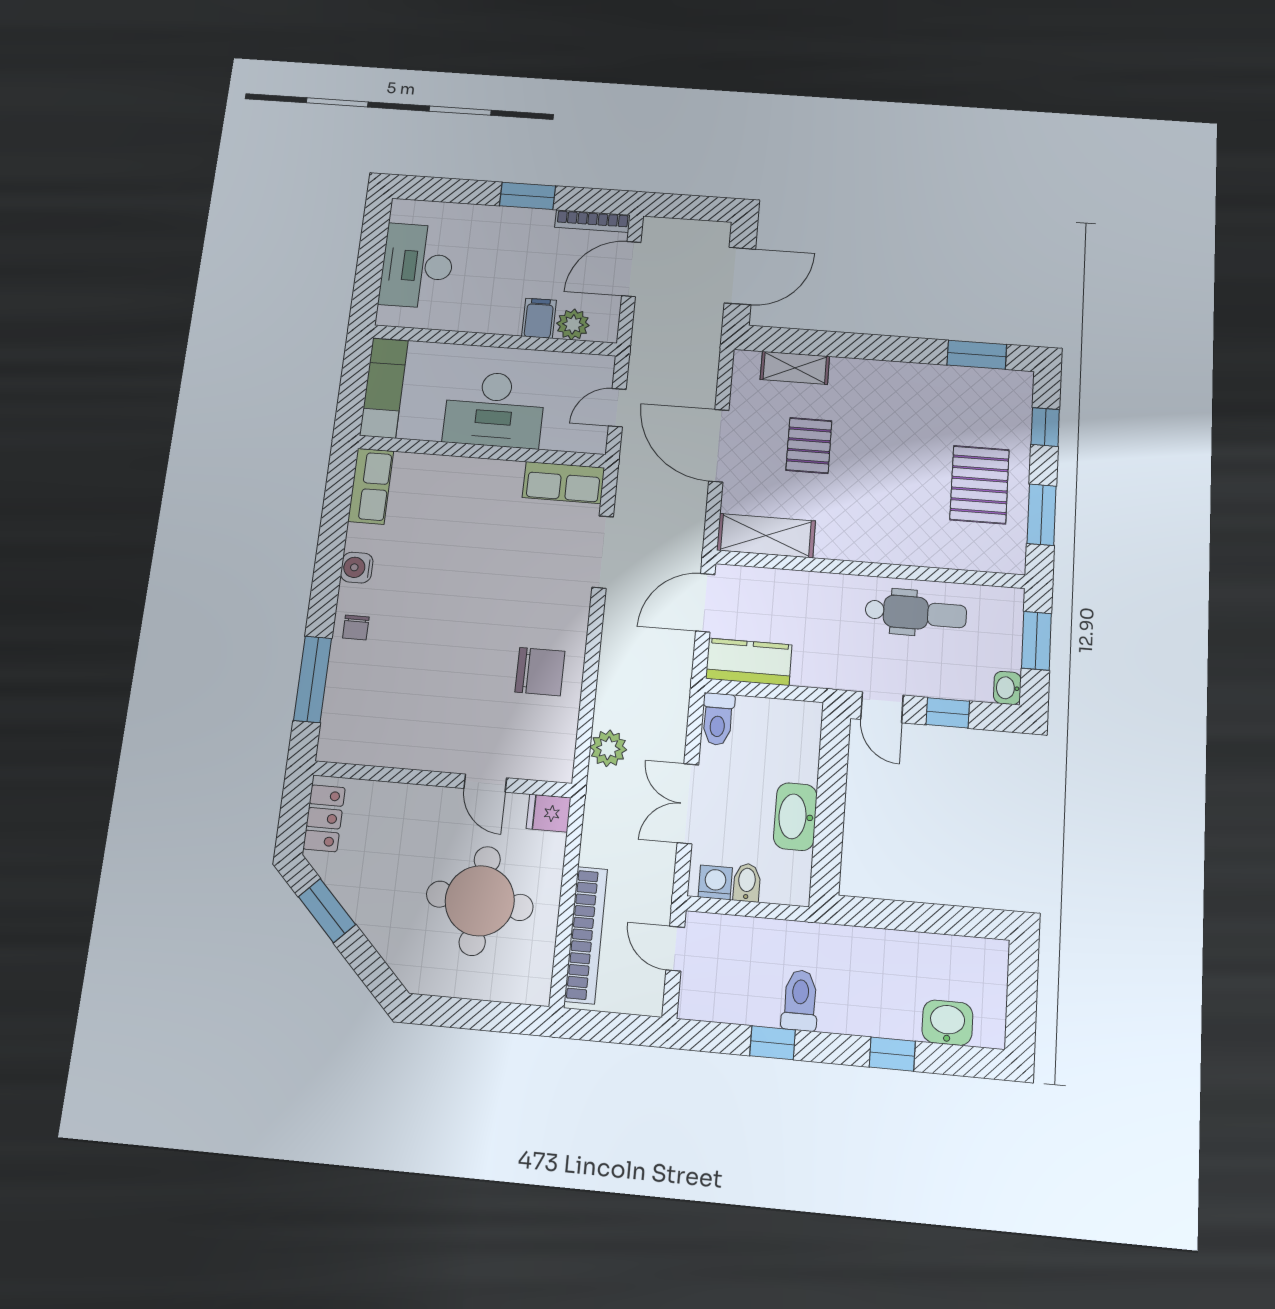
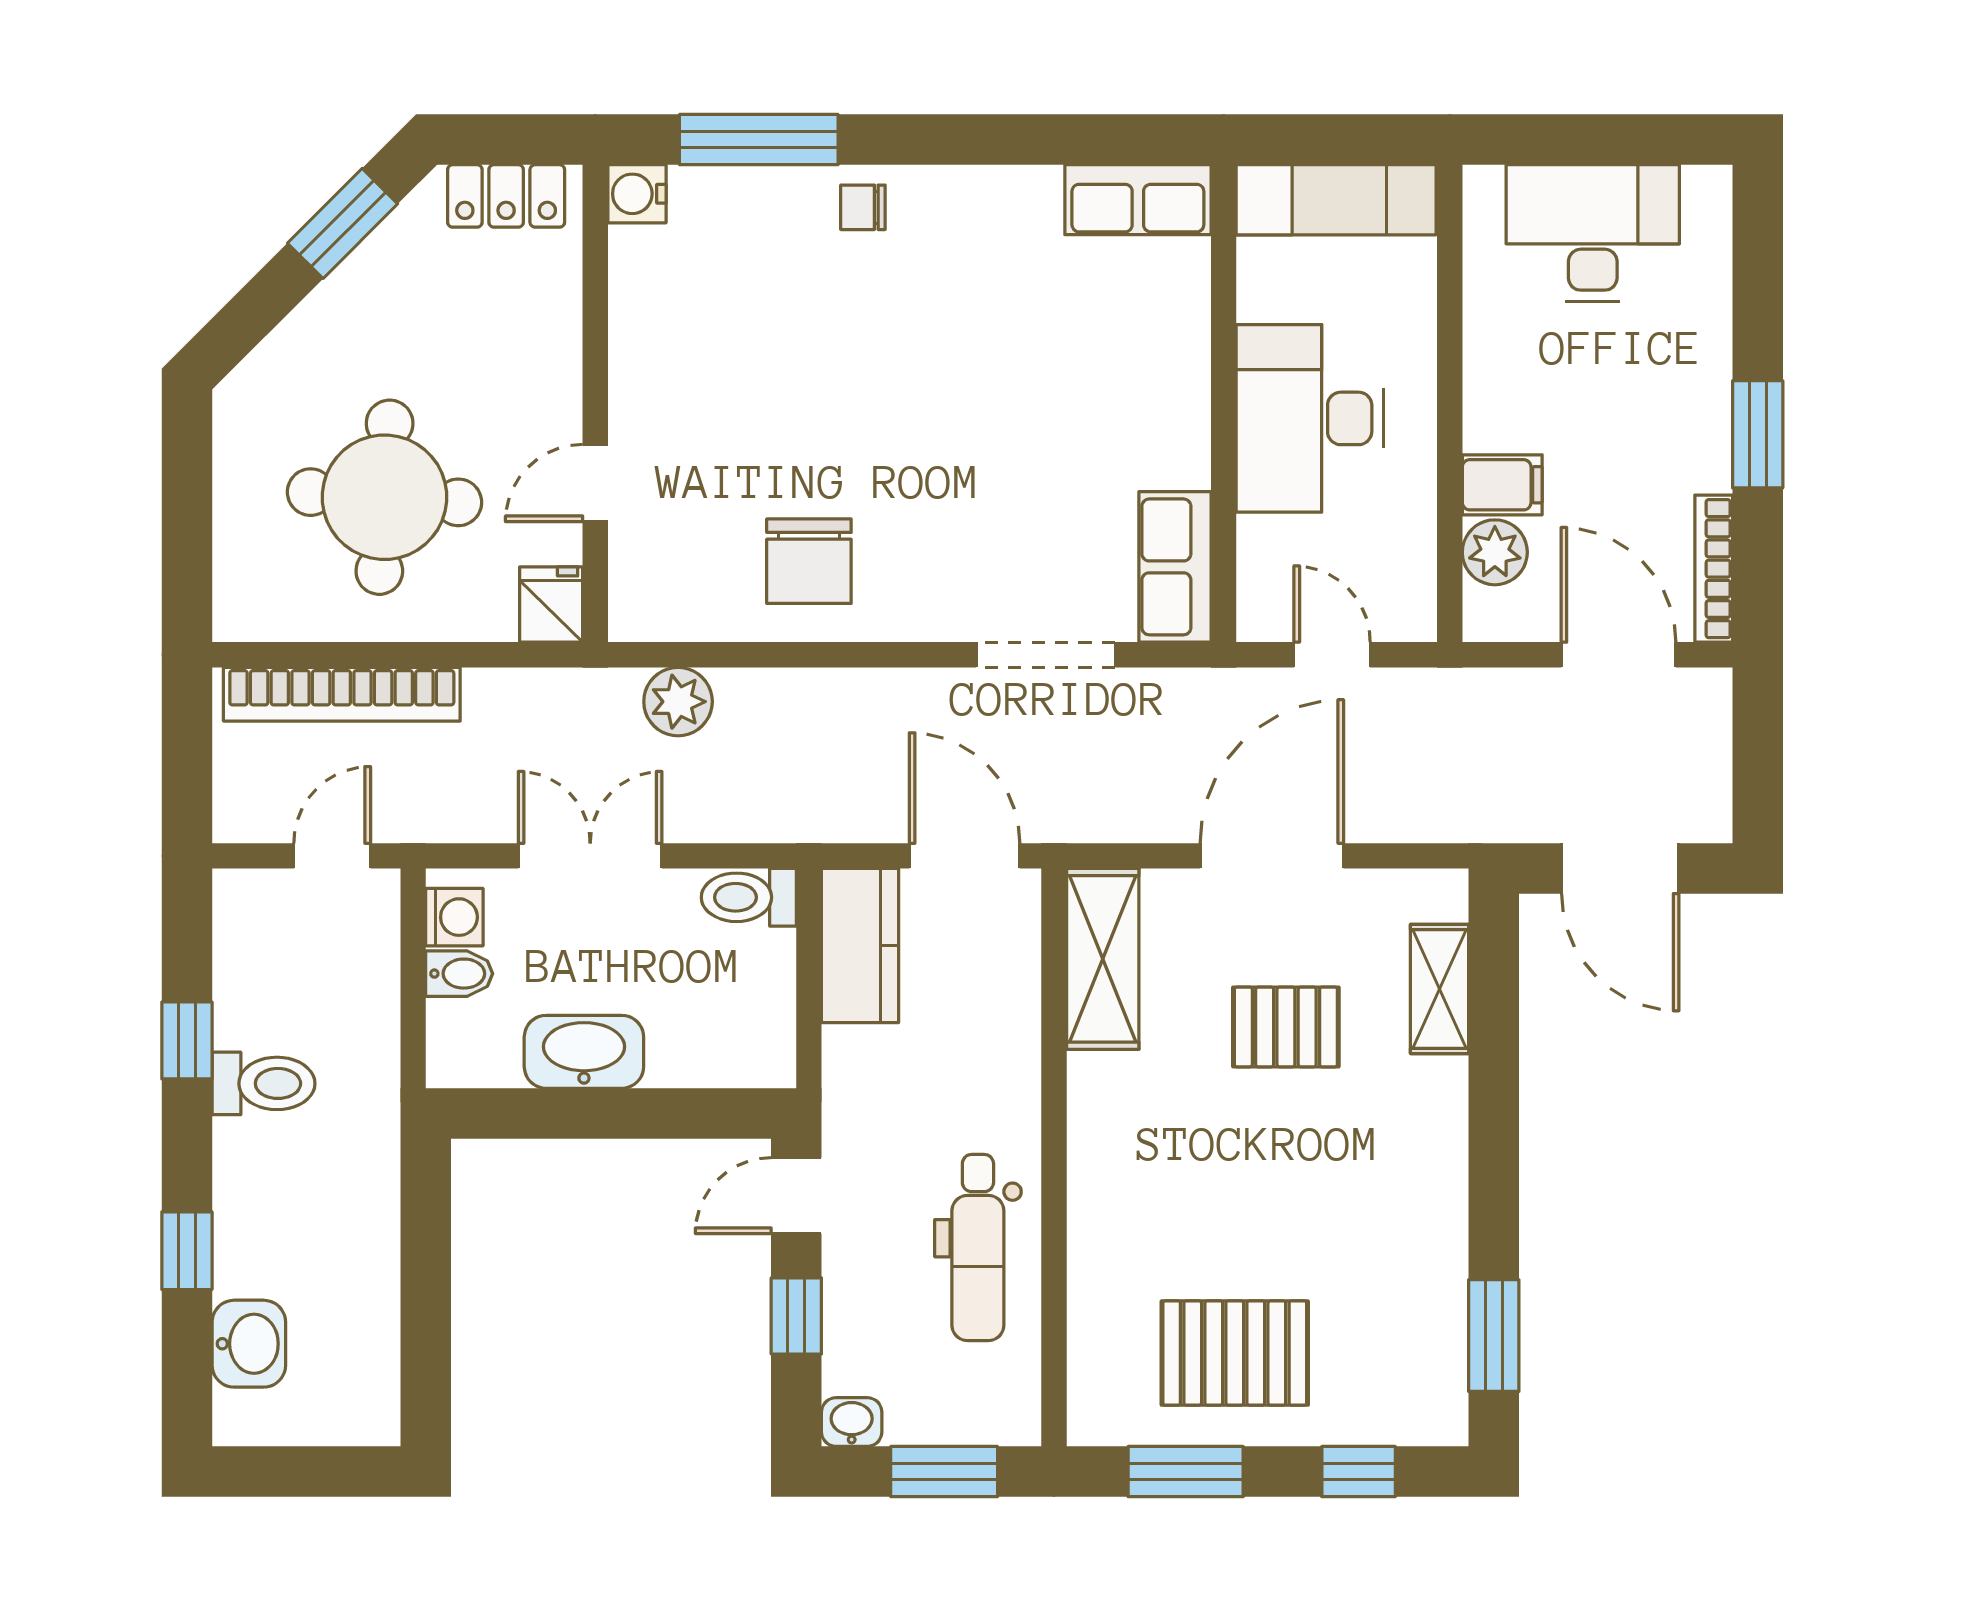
water cooler: (357, 568) -> (637, 194), moved, turned -90

